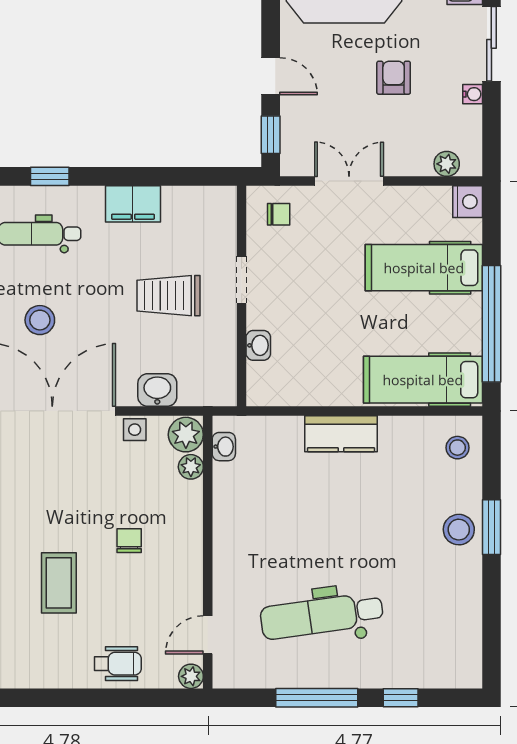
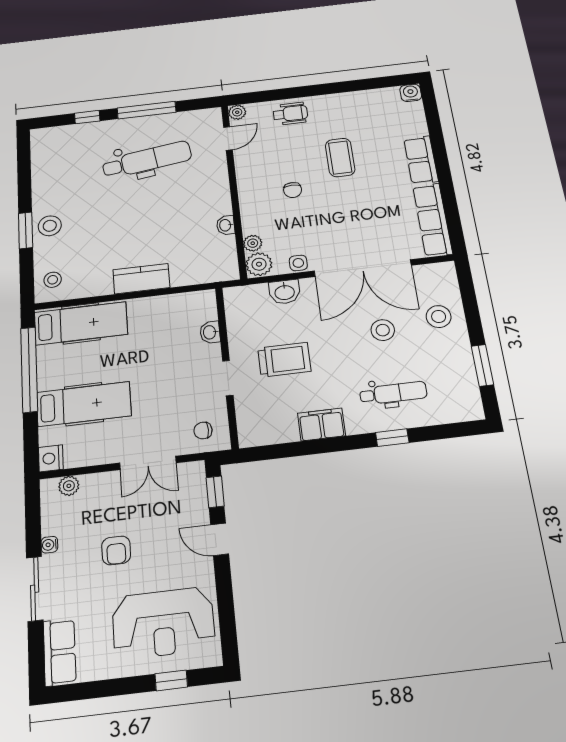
washbasin: (224, 447) -> (226, 225), moved
wheelchair: (118, 664) -> (290, 114), turned 180

